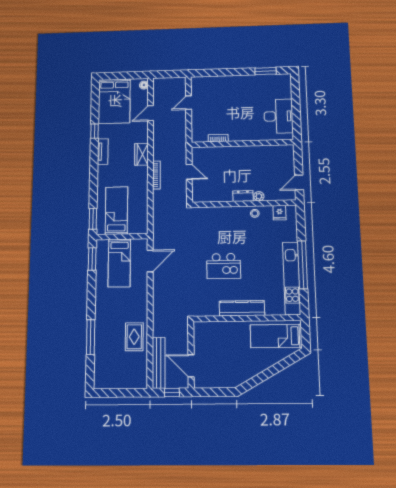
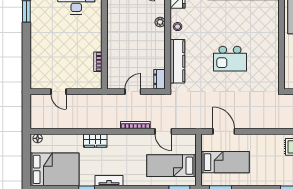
door: (150, 113) -> (163, 131), moved
wardrobe: (141, 154) -> (95, 141), moved
dresser: (243, 196) -> (159, 79), moved
kitchen island: (224, 266) -> (230, 59), turned 90
kitchen counter: (242, 308) -> (177, 61), moved, turned 180

